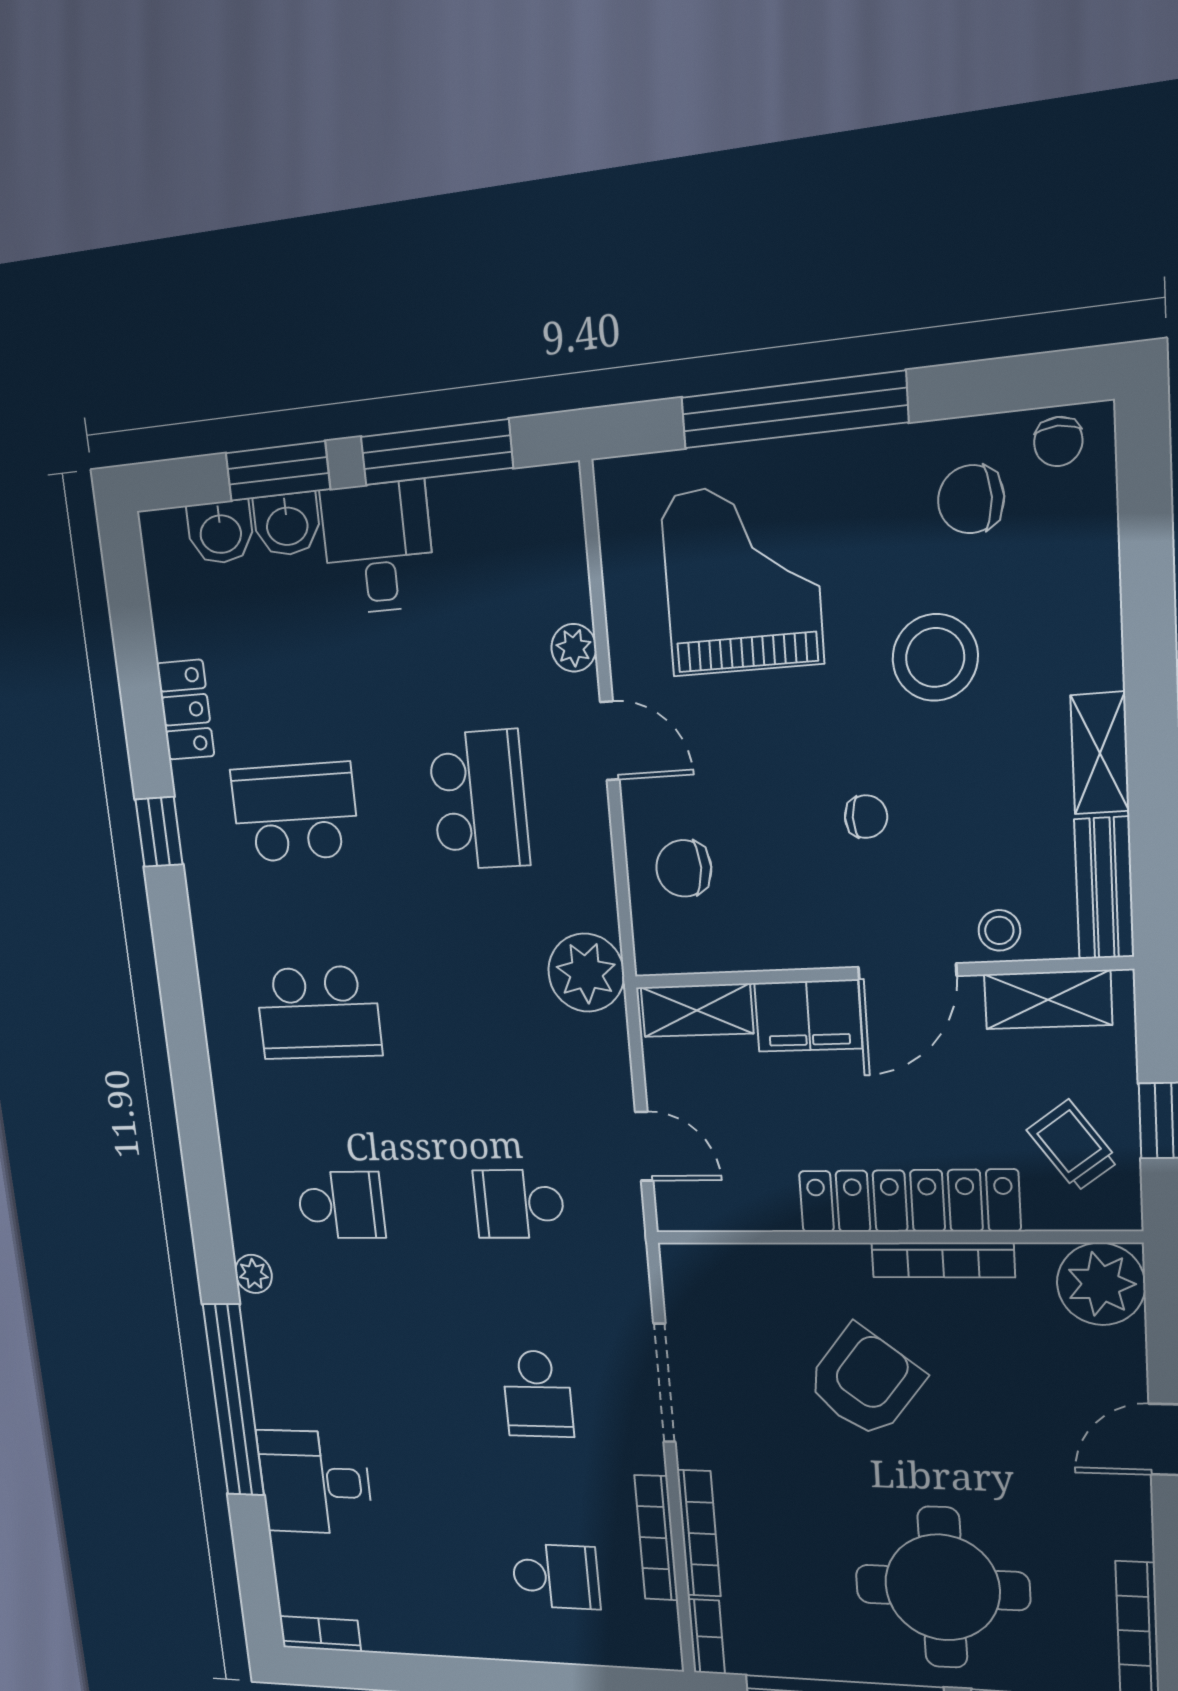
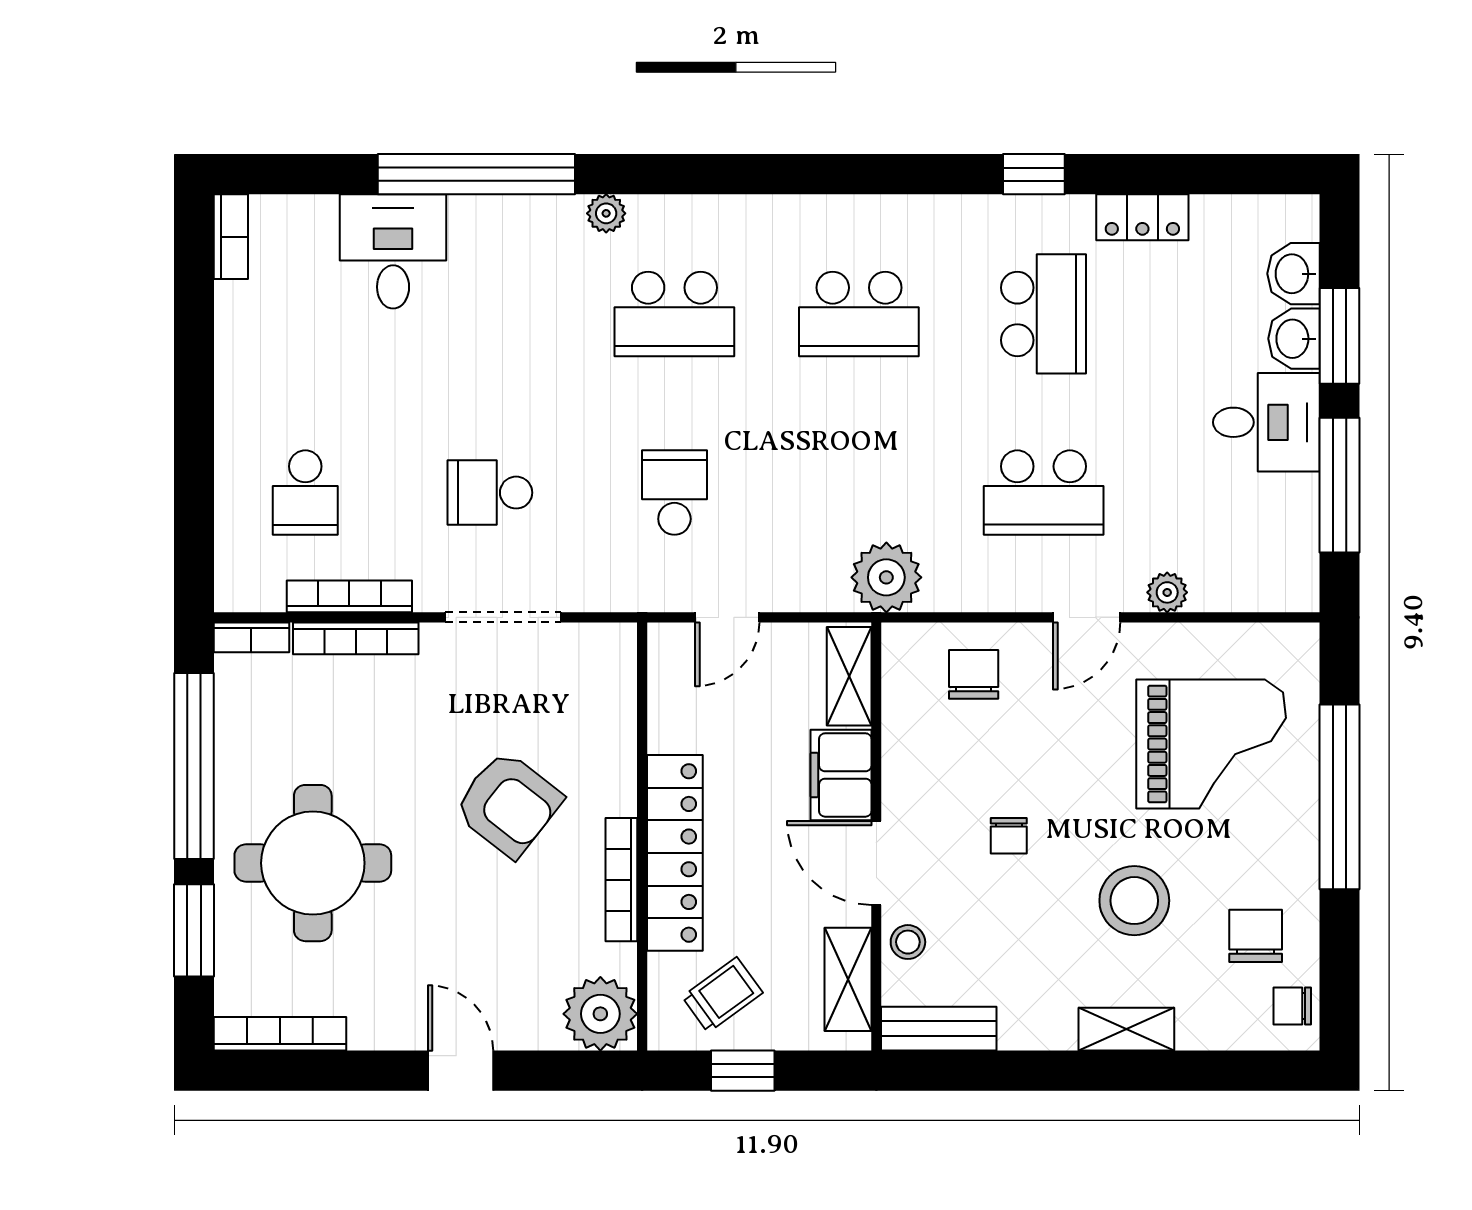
shelving: (1100, 753) -> (1126, 1029), moved
school desk: (318, 1013) -> (859, 314), turned -90
school desk: (341, 1205) -> (674, 314), width x1.85

